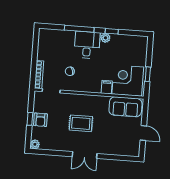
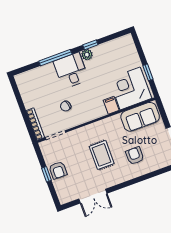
rug: (81, 123) -> (102, 155), turned 90
armchair: (107, 136) -> (135, 156), added
plant: (35, 144) -> (64, 198), removed
double door: (85, 155) -> (93, 196), moved

